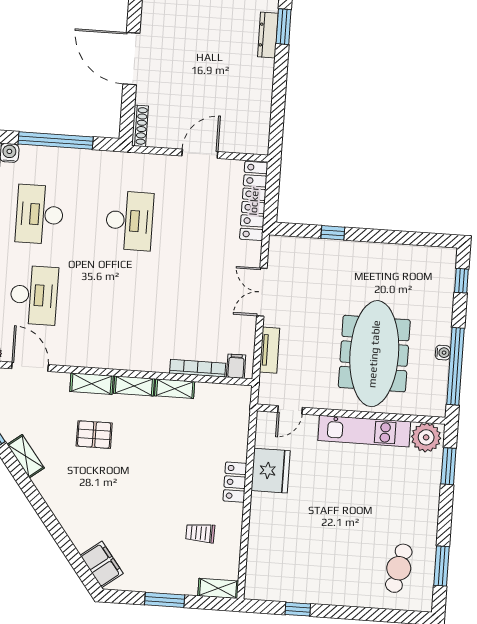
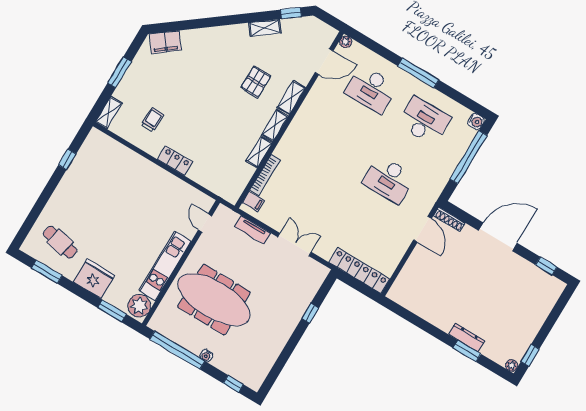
door: (200, 154) -> (423, 229), moved
water cooler: (443, 353) -> (206, 356), moved
fridge: (271, 471) -> (94, 279), moved, turned 180

